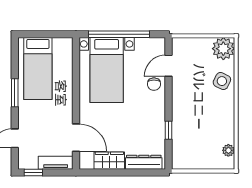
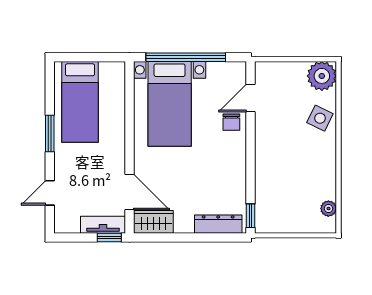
window: (169, 130) -> (250, 216), moved
wardrobe: (109, 161) -> (153, 222), moved
window: (33, 173) -> (109, 237), moved

